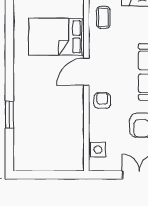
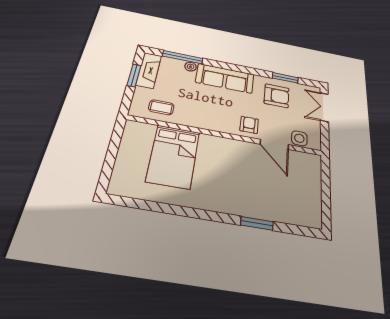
door: (86, 72) -> (274, 144), moved
armchair: (102, 100) -> (249, 125), turned 90

